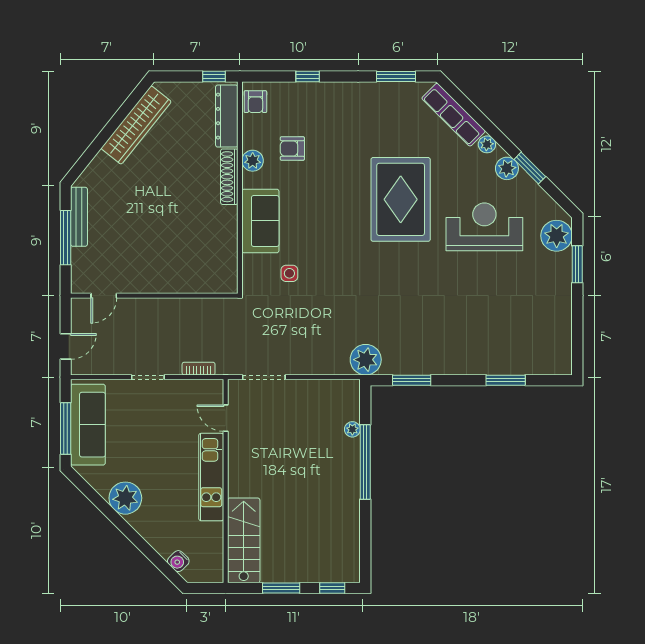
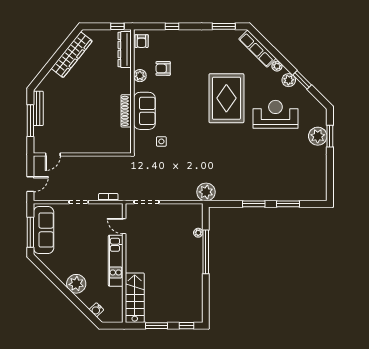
shoe rack: (229, 177) -> (126, 111), moved
plant: (557, 236) -> (318, 136), moved
window: (412, 380) -> (254, 204), moved
plant: (125, 498) -> (76, 284), moved

